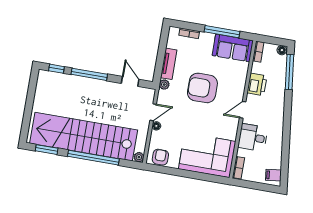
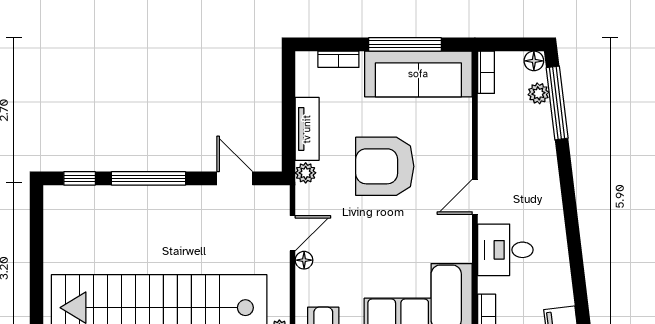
sofa: (233, 48) -> (418, 74), width x1.36
plant: (281, 66) -> (538, 93), added
printer: (257, 84) -> (495, 140), removed

